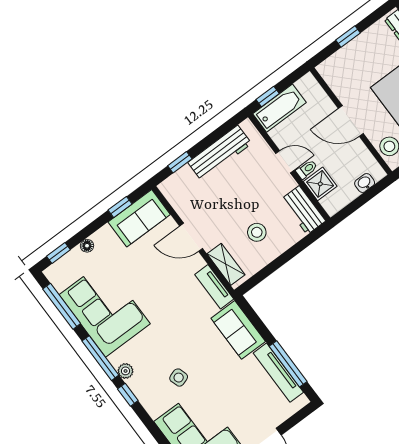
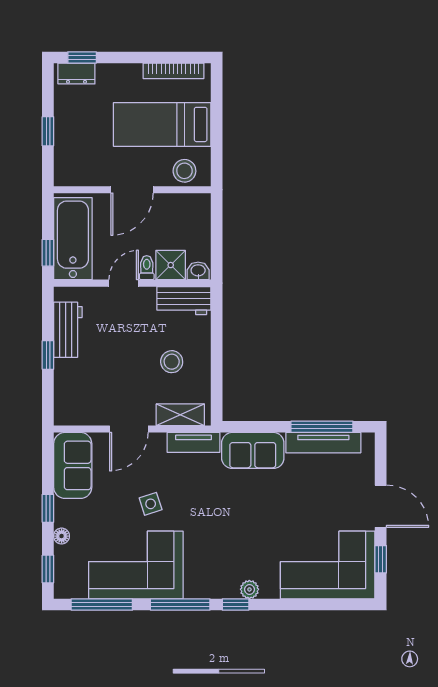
bathtub: (279, 108) -> (73, 239), width x1.36, depth x1.36
workbench: (220, 153) -> (68, 330), width x0.73
window: (180, 162) -> (48, 355), moved
washbasin: (365, 183) -> (198, 271), moved, turned 90
window: (120, 207) -> (48, 508), moved
plant: (126, 371) -> (249, 589), moved
side table: (179, 378) -> (151, 504), moved

